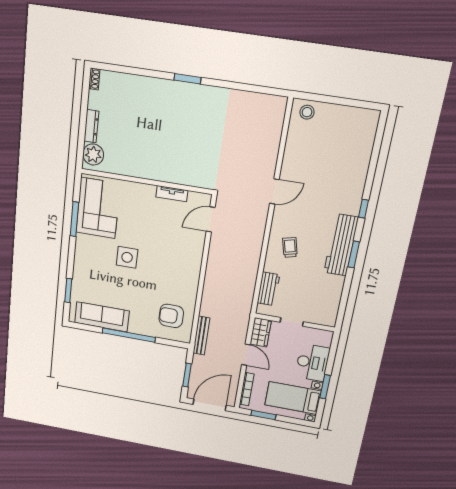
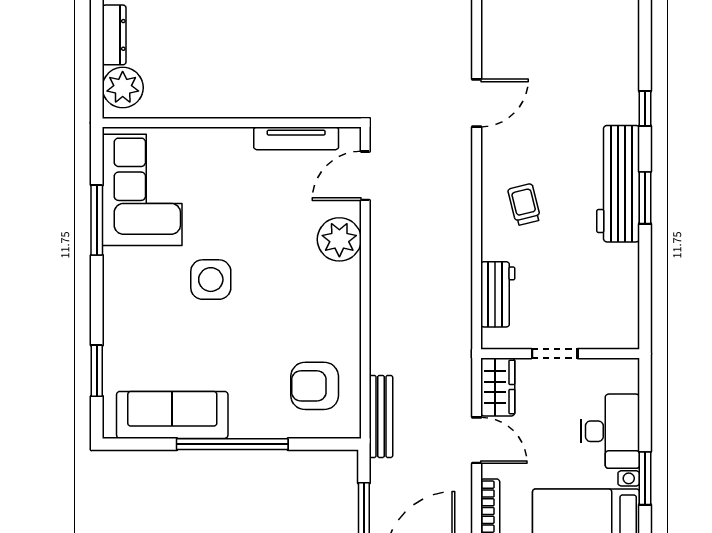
tv unit: (172, 194) -> (296, 138), width x1.41
plant: (193, 249) -> (339, 239), added

